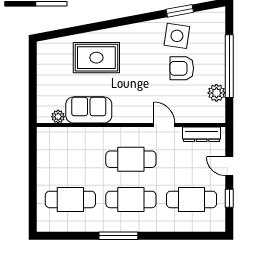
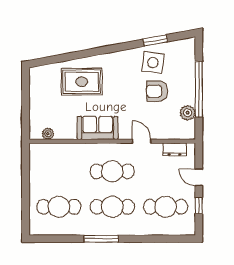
sofa: (89, 110) -> (98, 128), moved
dresser: (202, 134) -> (174, 149), width x0.70

